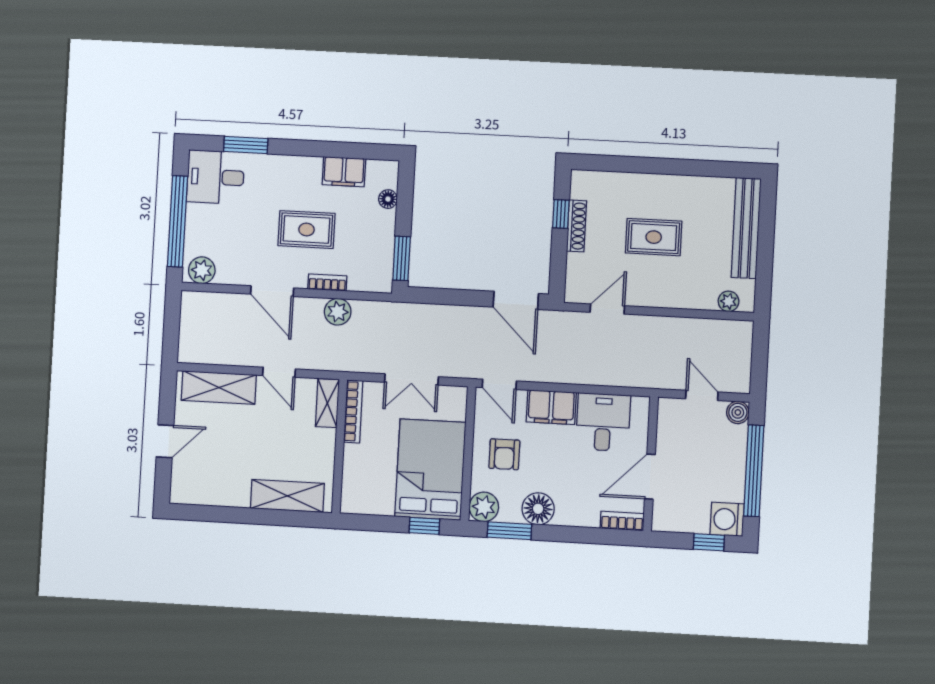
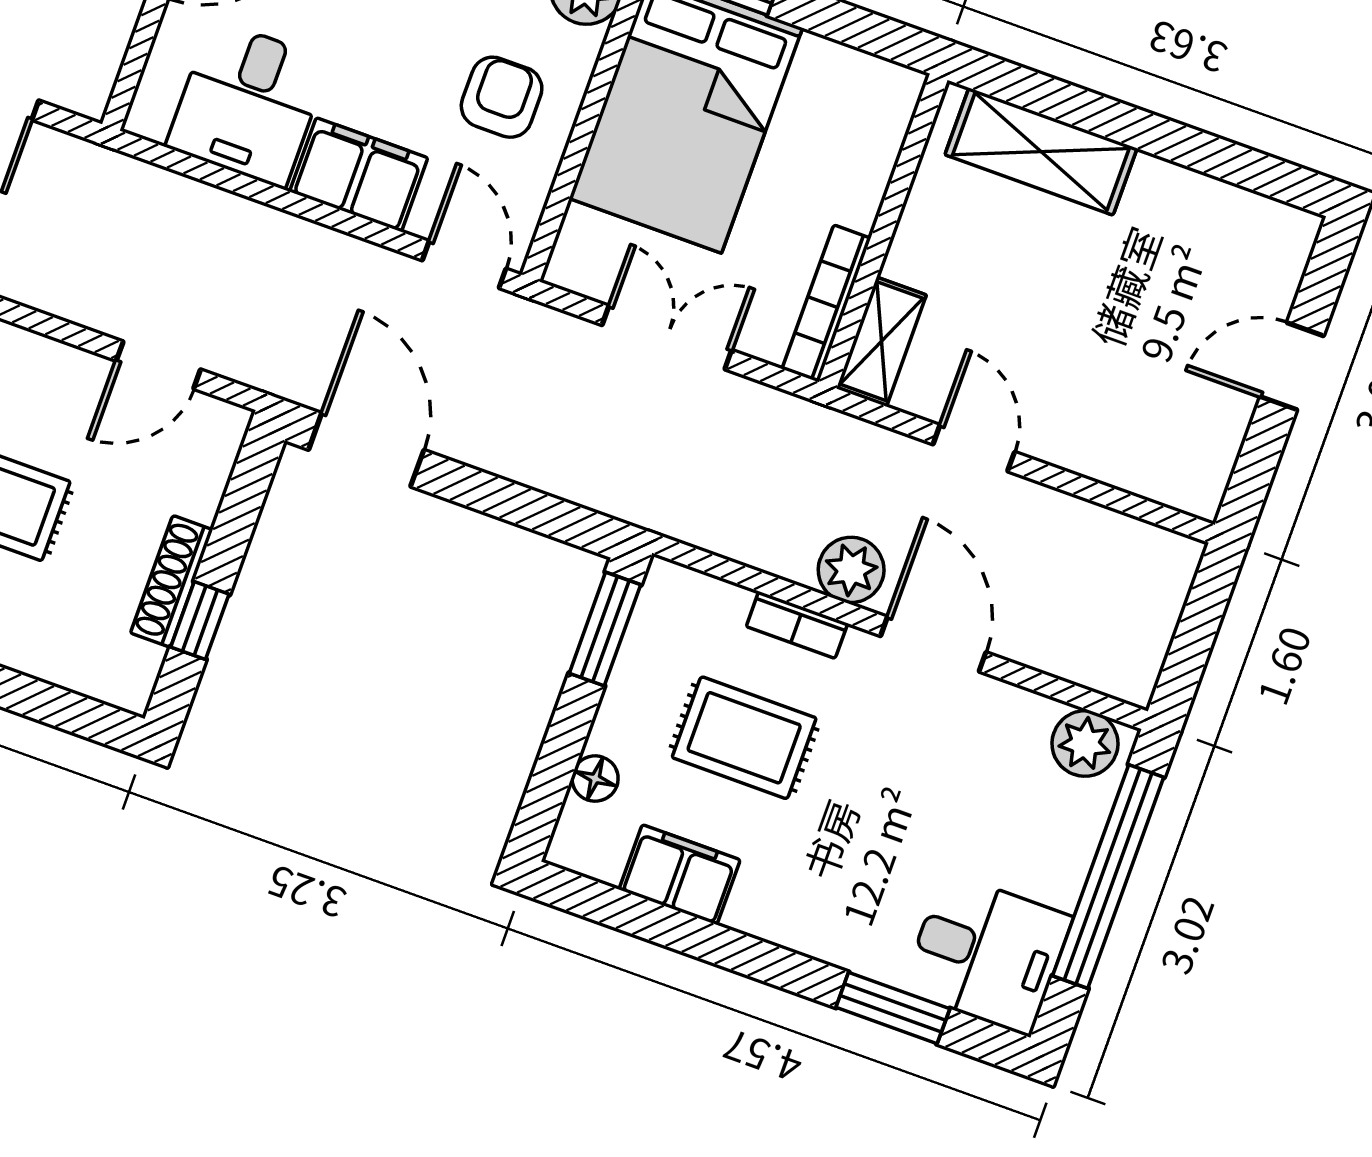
rug: (306, 230) -> (744, 738), moved
plant: (338, 312) -> (851, 570), moved
shelving: (219, 388) -> (1127, 455), removed

